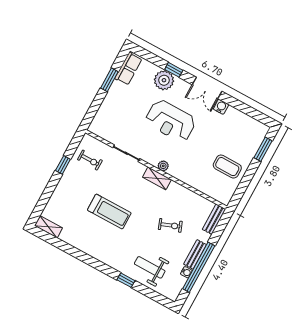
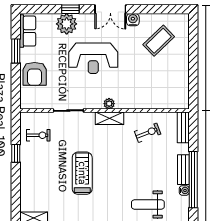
armchair: (115, 107) -> (35, 74), added
window: (263, 149) -> (193, 38), removed
coffee table: (227, 167) -> (159, 41), moved, turned -44
treadmill: (109, 212) -> (82, 173), turned -90
exercise bike: (170, 225) -> (148, 133), moved

